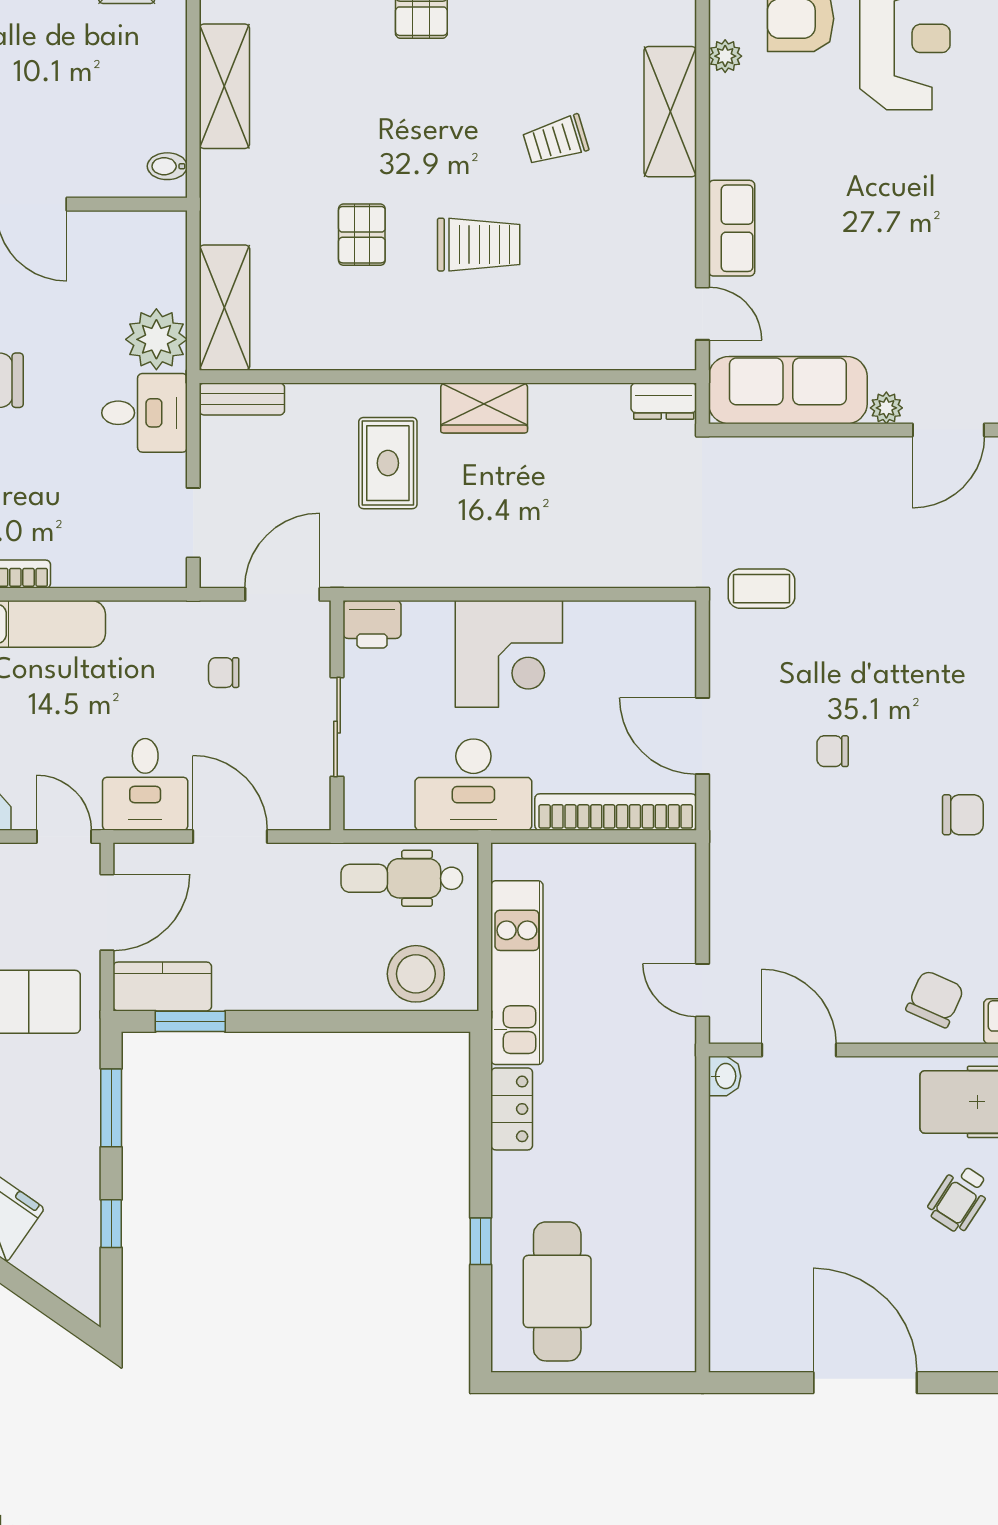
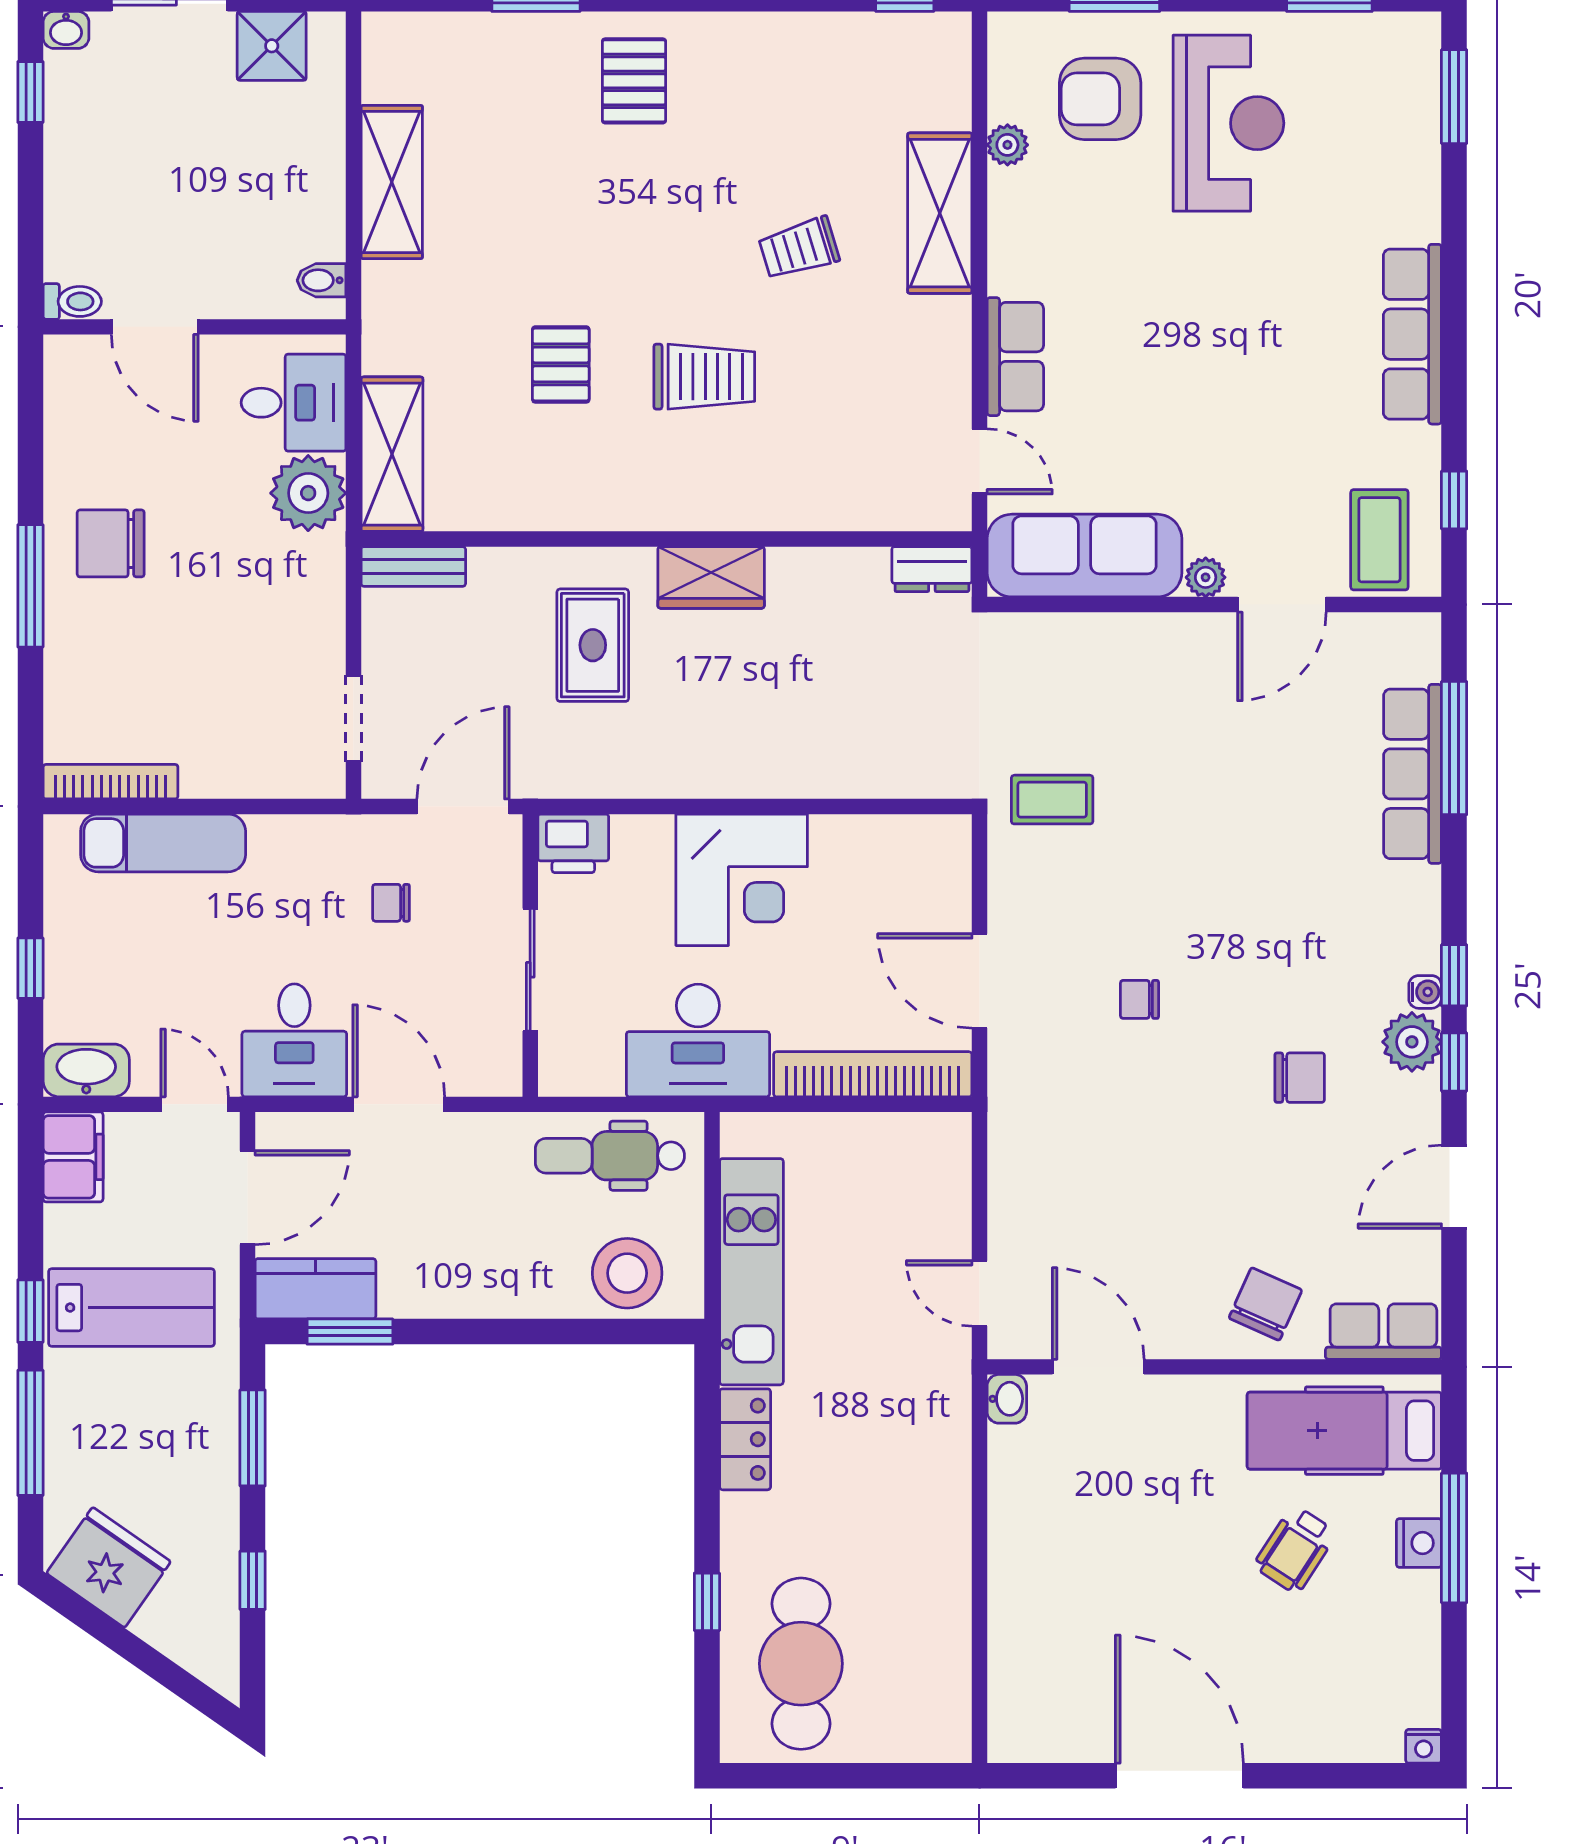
desk: (145, 413) -> (294, 403), moved

